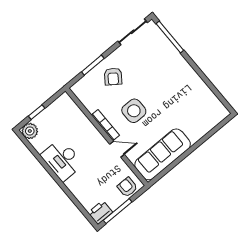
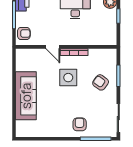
armchair: (169, 63) -> (80, 124), added
door: (117, 149) -> (53, 47), hinge flipped
sofa: (163, 154) -> (26, 96), moved

